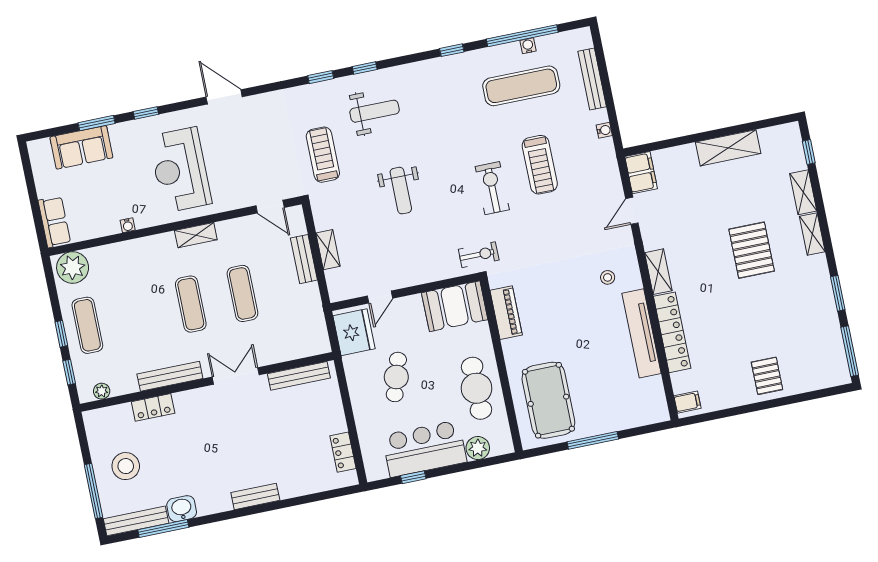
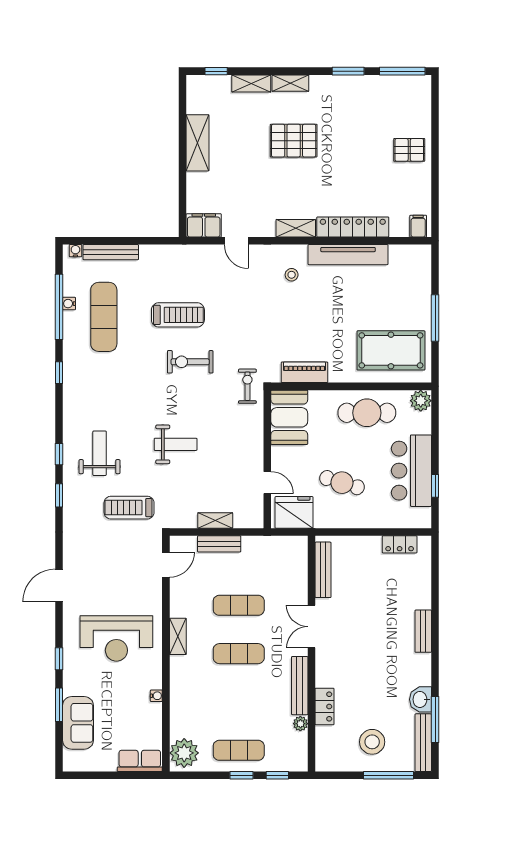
water cooler: (604, 130) -> (75, 251), moved
plant: (102, 391) -> (300, 724), moved
plant: (478, 448) -> (421, 401), moved

